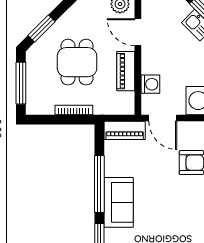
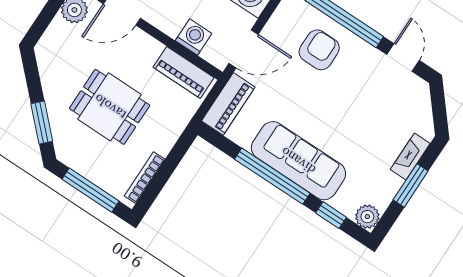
piano: (126, 71) -> (183, 72), moved
bookcase: (74, 110) -> (145, 178), moved
sofa: (119, 202) -> (298, 161), width x1.36

